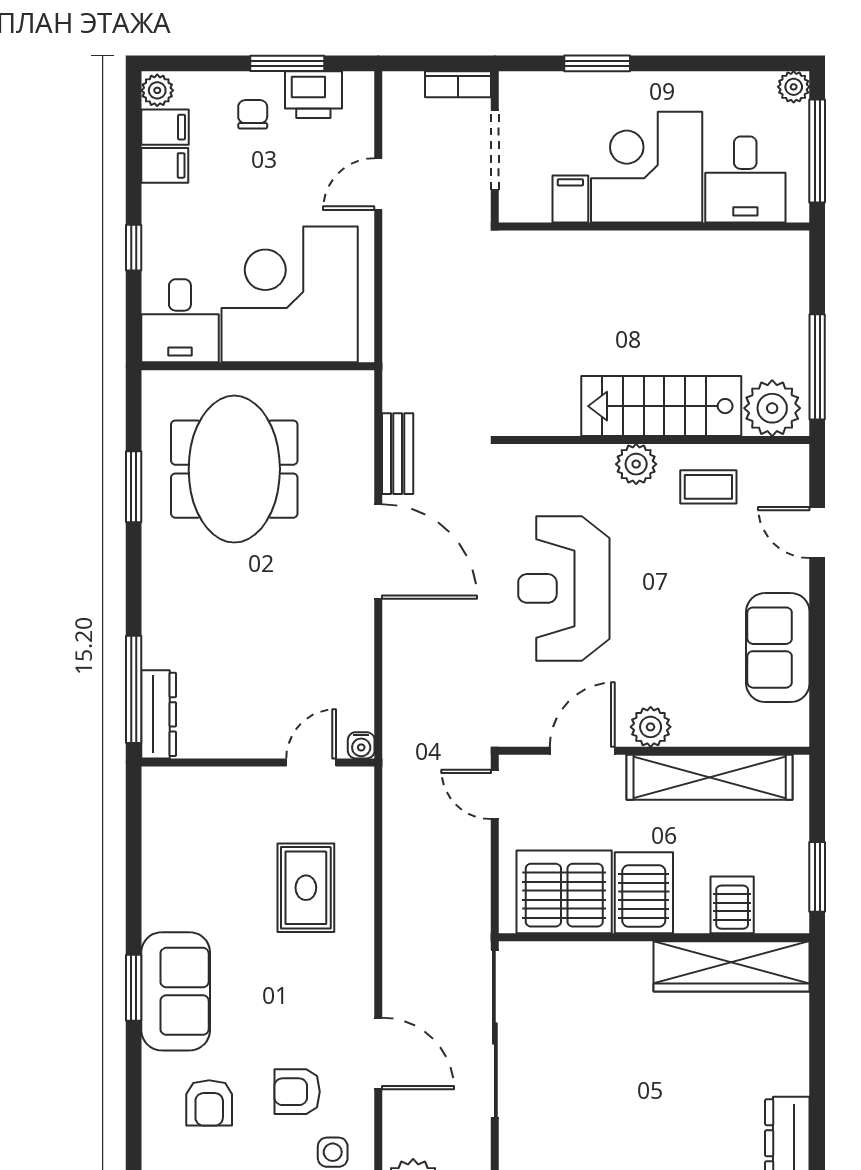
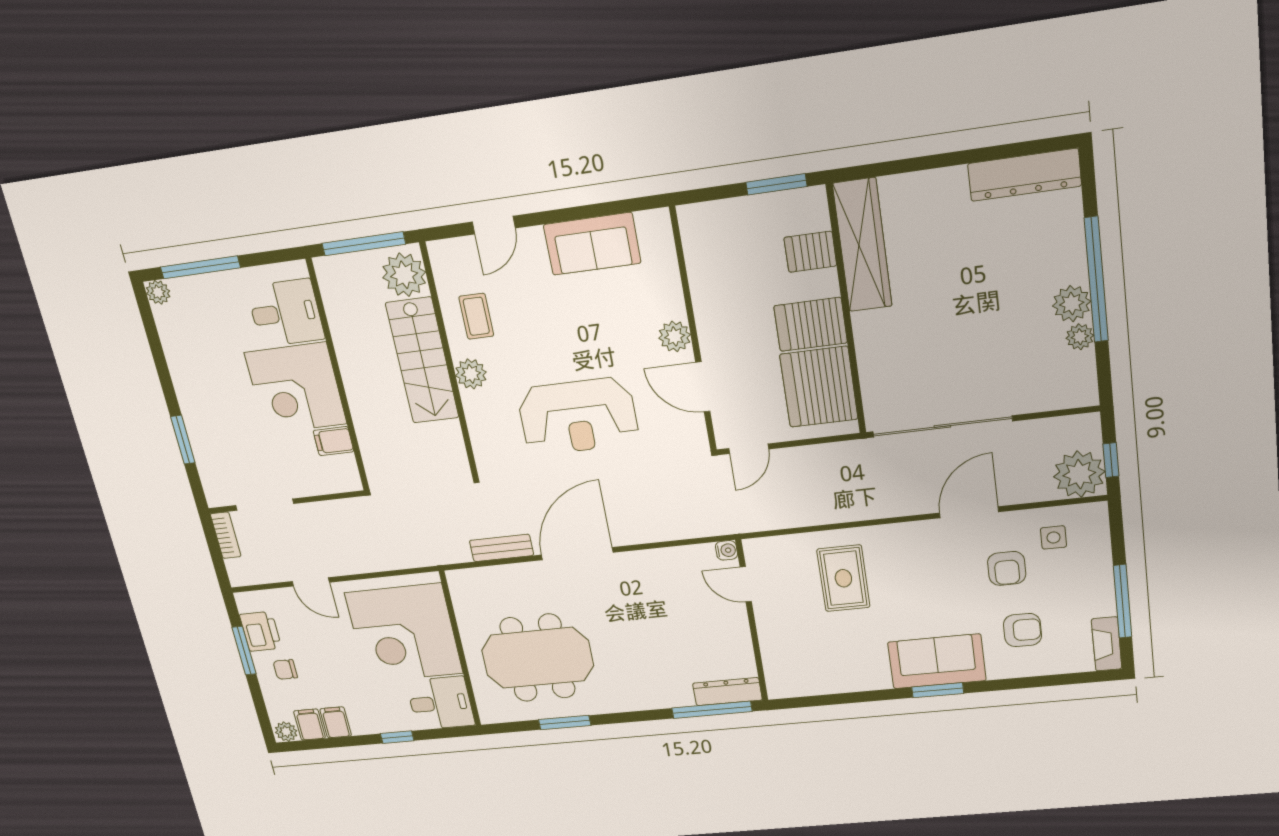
corner desk: (647, 167) -> (296, 388), moved
desk: (745, 179) -> (286, 313), moved
filing cabinet: (570, 199) -> (334, 441), moved
wall: (654, 226) -> (338, 377), moved
shelving: (710, 777) -> (707, 284), removed
rug: (306, 888) -> (843, 578), turned 90

